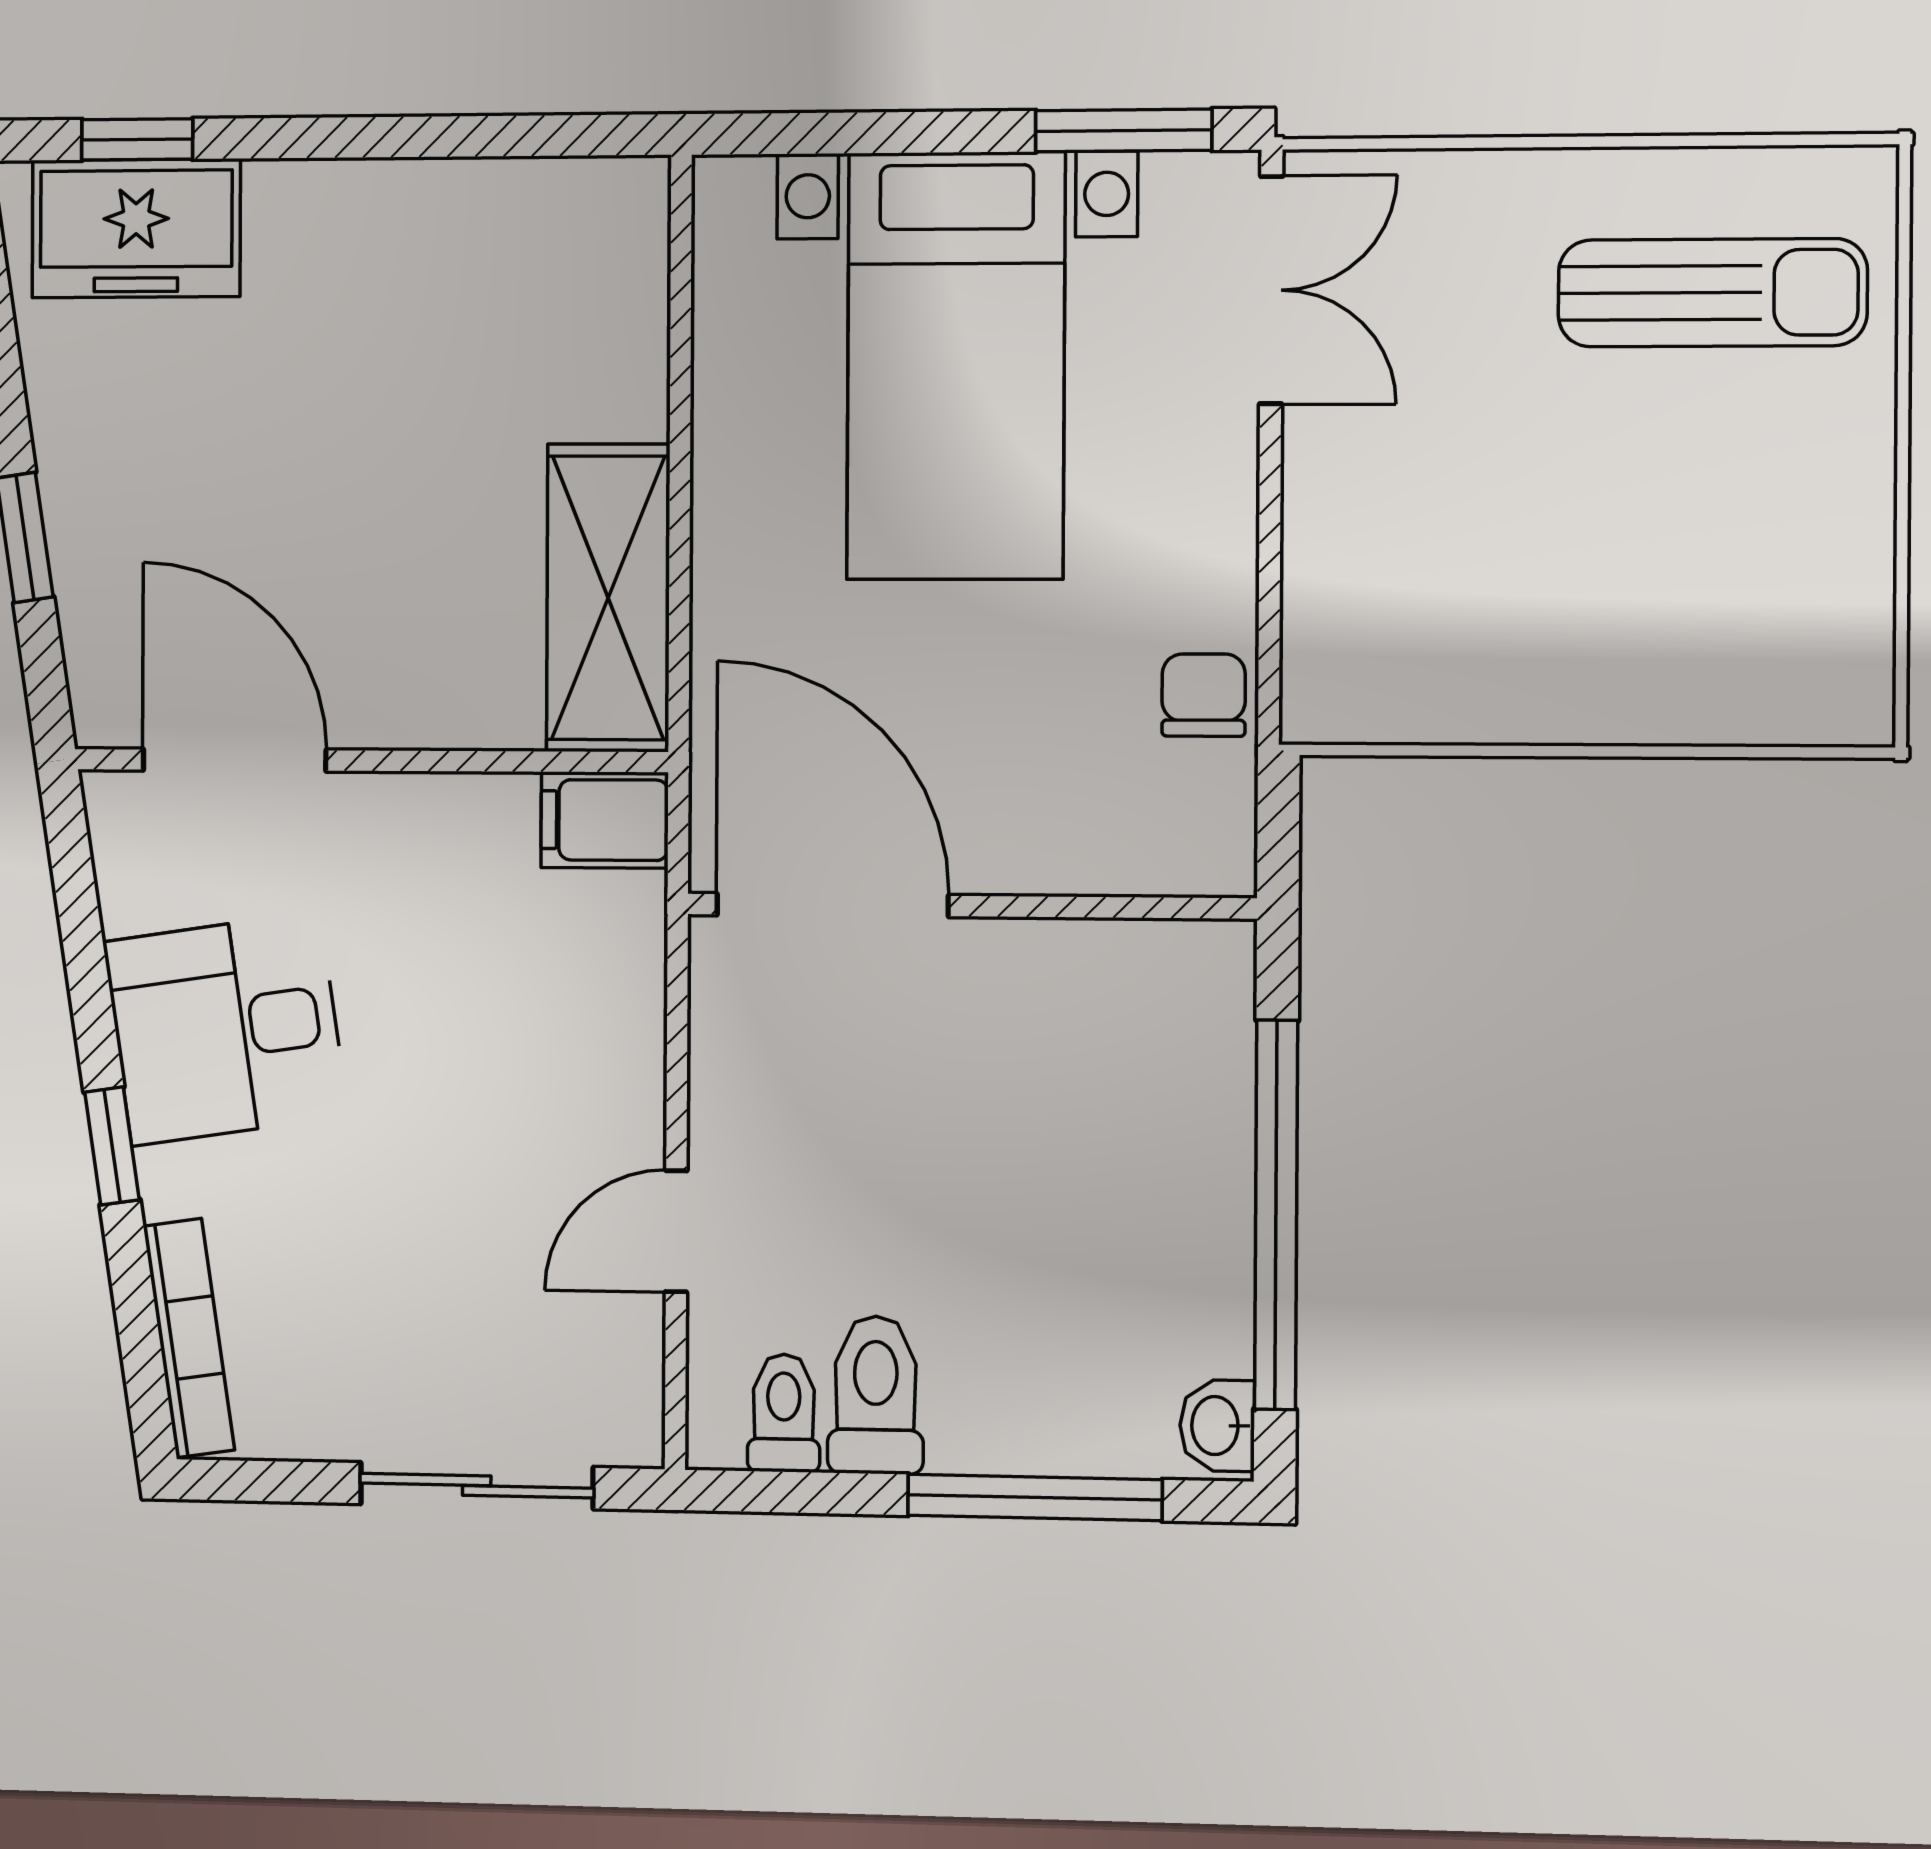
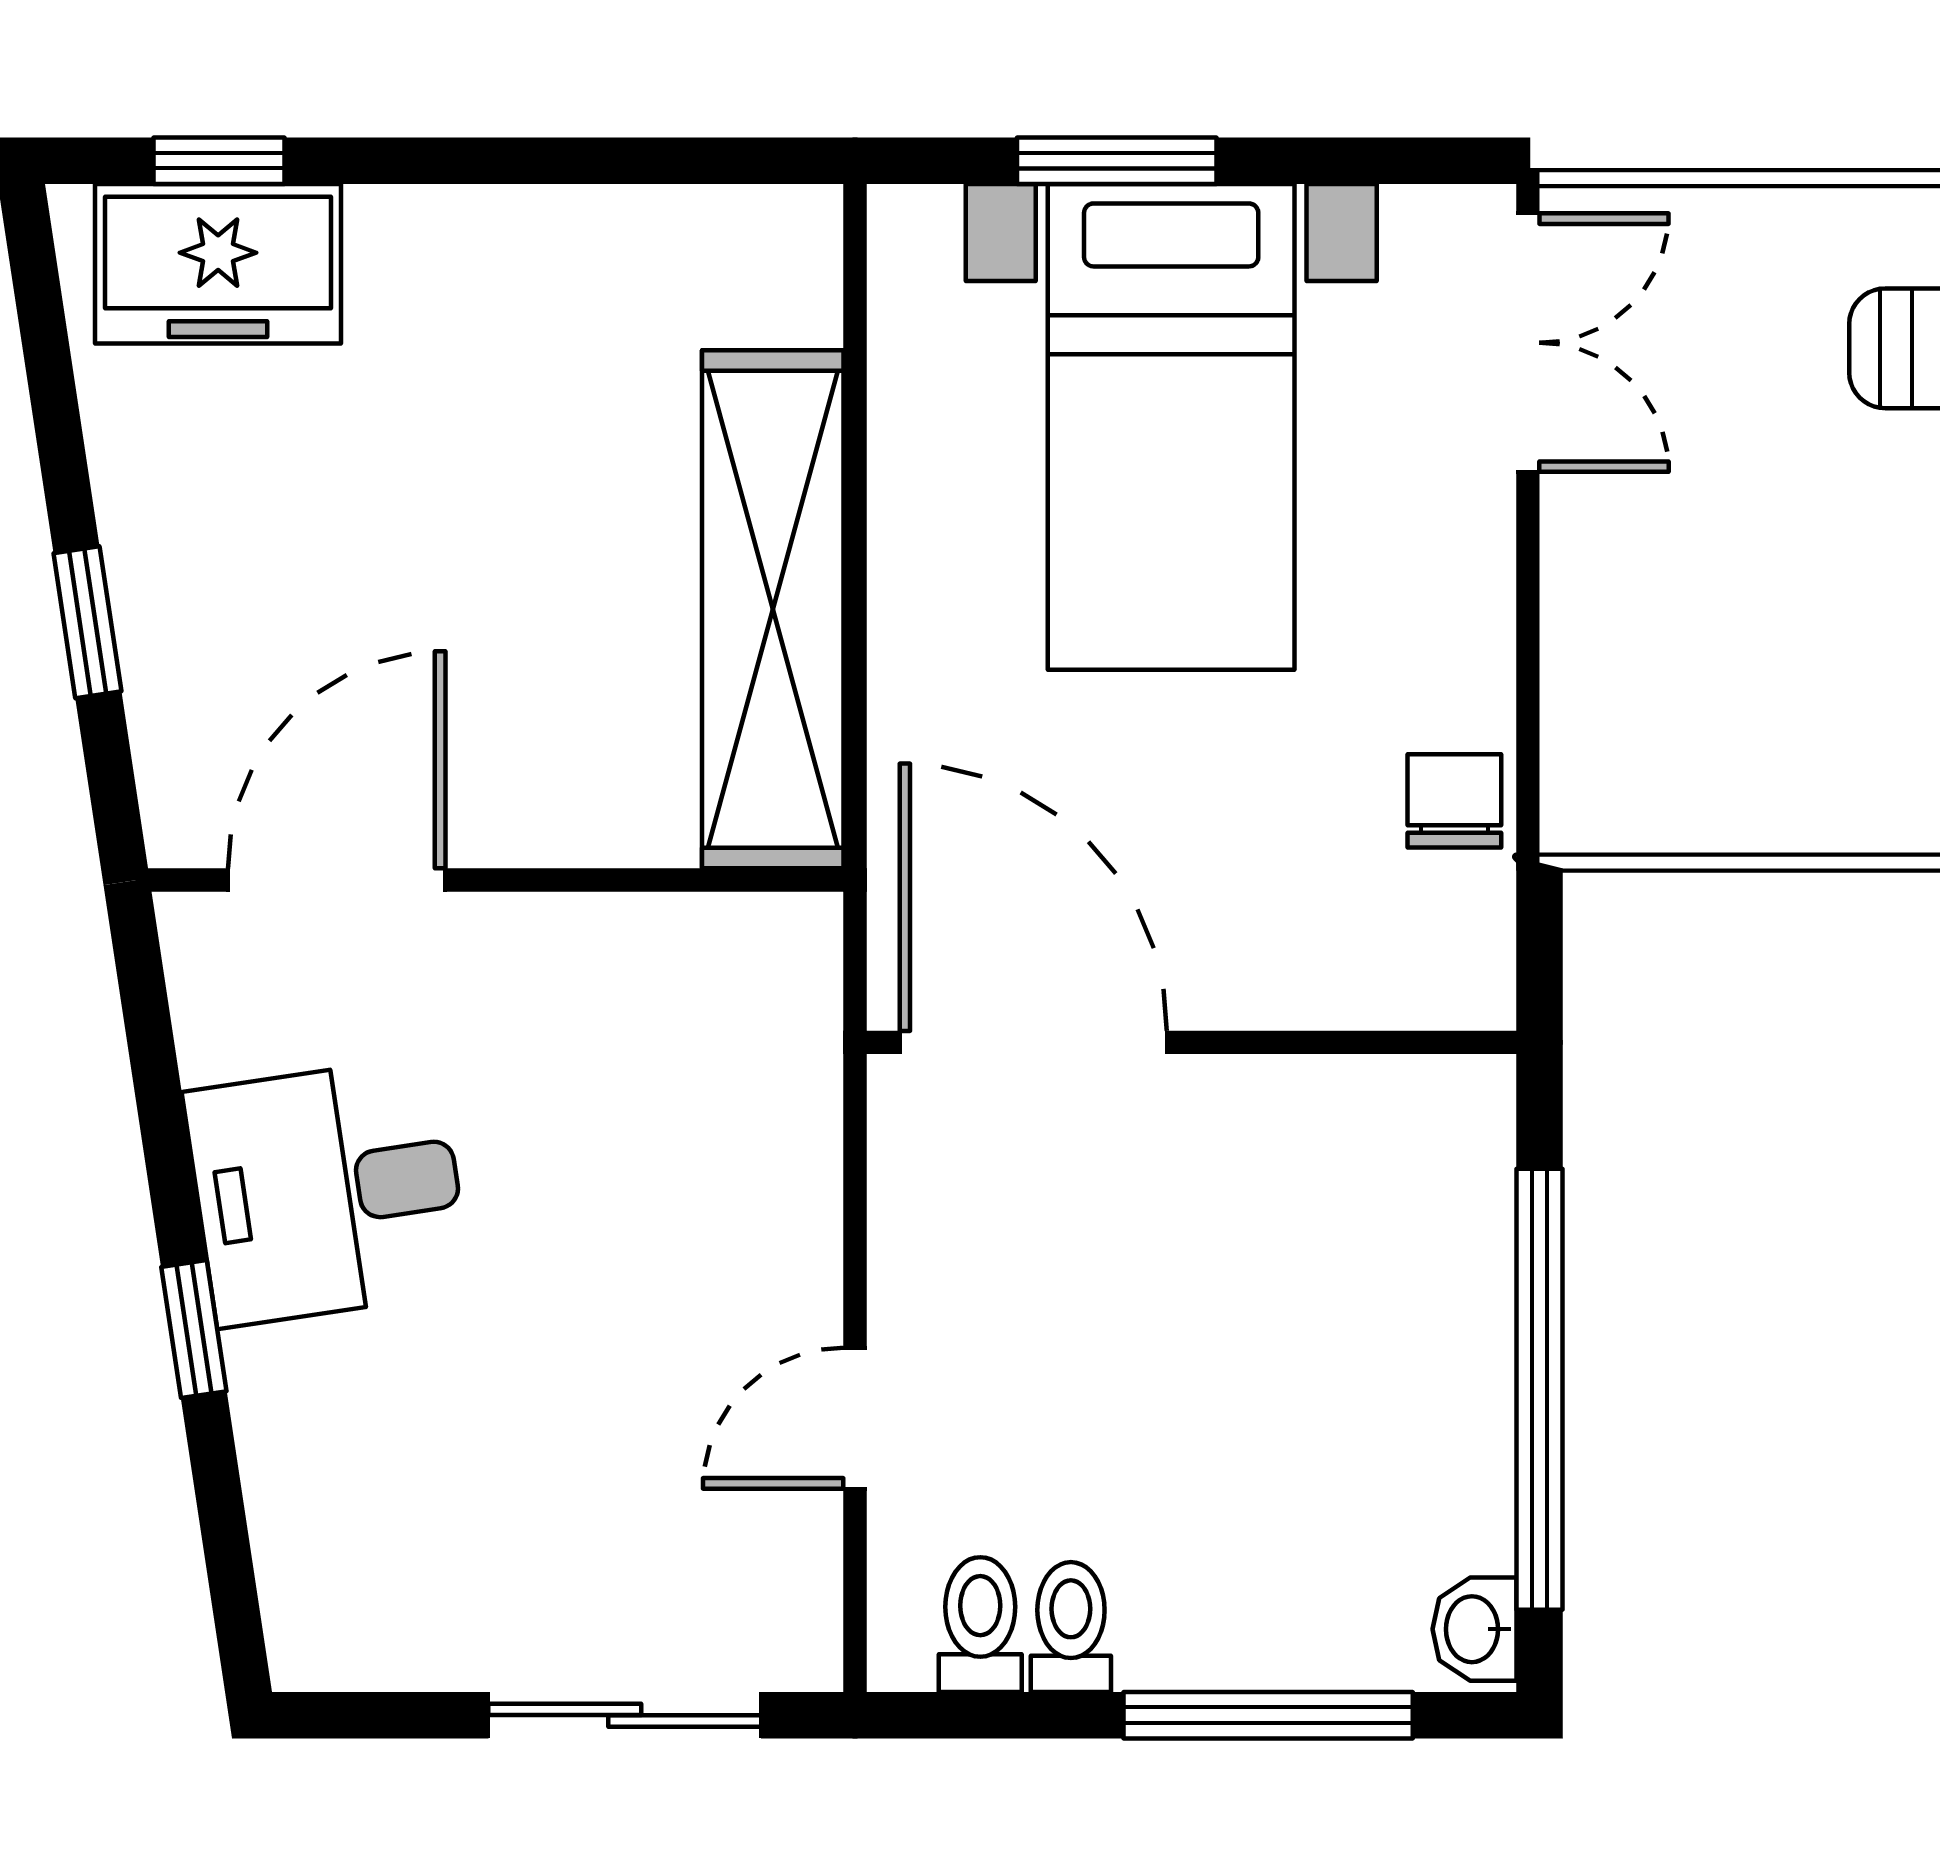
window: (1124, 130) -> (1117, 161), moved
shelving: (608, 598) -> (773, 609), width x1.47
door: (234, 760) -> (337, 880), hinge flipped
filing cabinet: (605, 820) -> (770, 947), removed
bookcase: (189, 1338) -> (286, 1551), removed
toilet: (876, 1395) -> (1071, 1627), width x0.73, depth x0.72

